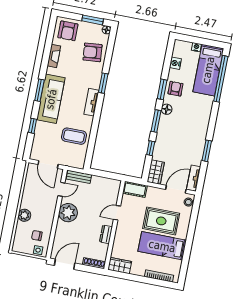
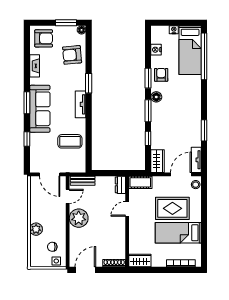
armchair: (68, 31) -> (44, 38), turned -90
dresser: (106, 234) -> (120, 185), moved

